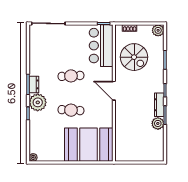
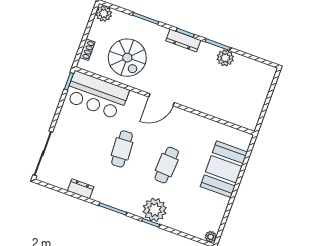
spiral stairs: (134, 57) -> (127, 58), turned 90
dresser: (34, 84) -> (81, 189), moved
plant: (38, 102) -> (155, 210), moved
dresser: (159, 105) -> (183, 40), moved
booth: (88, 145) -> (224, 169), width x0.73, depth x0.70

